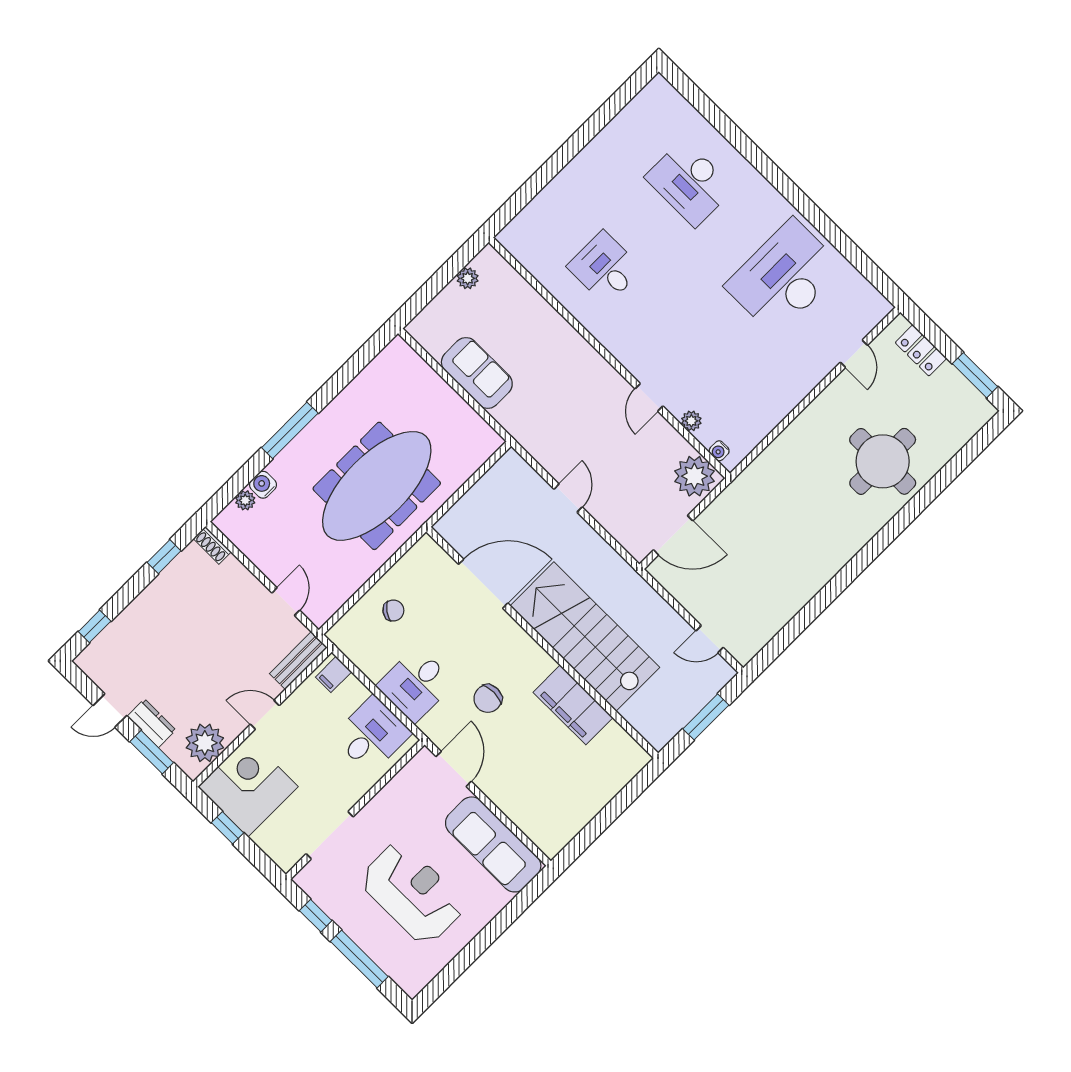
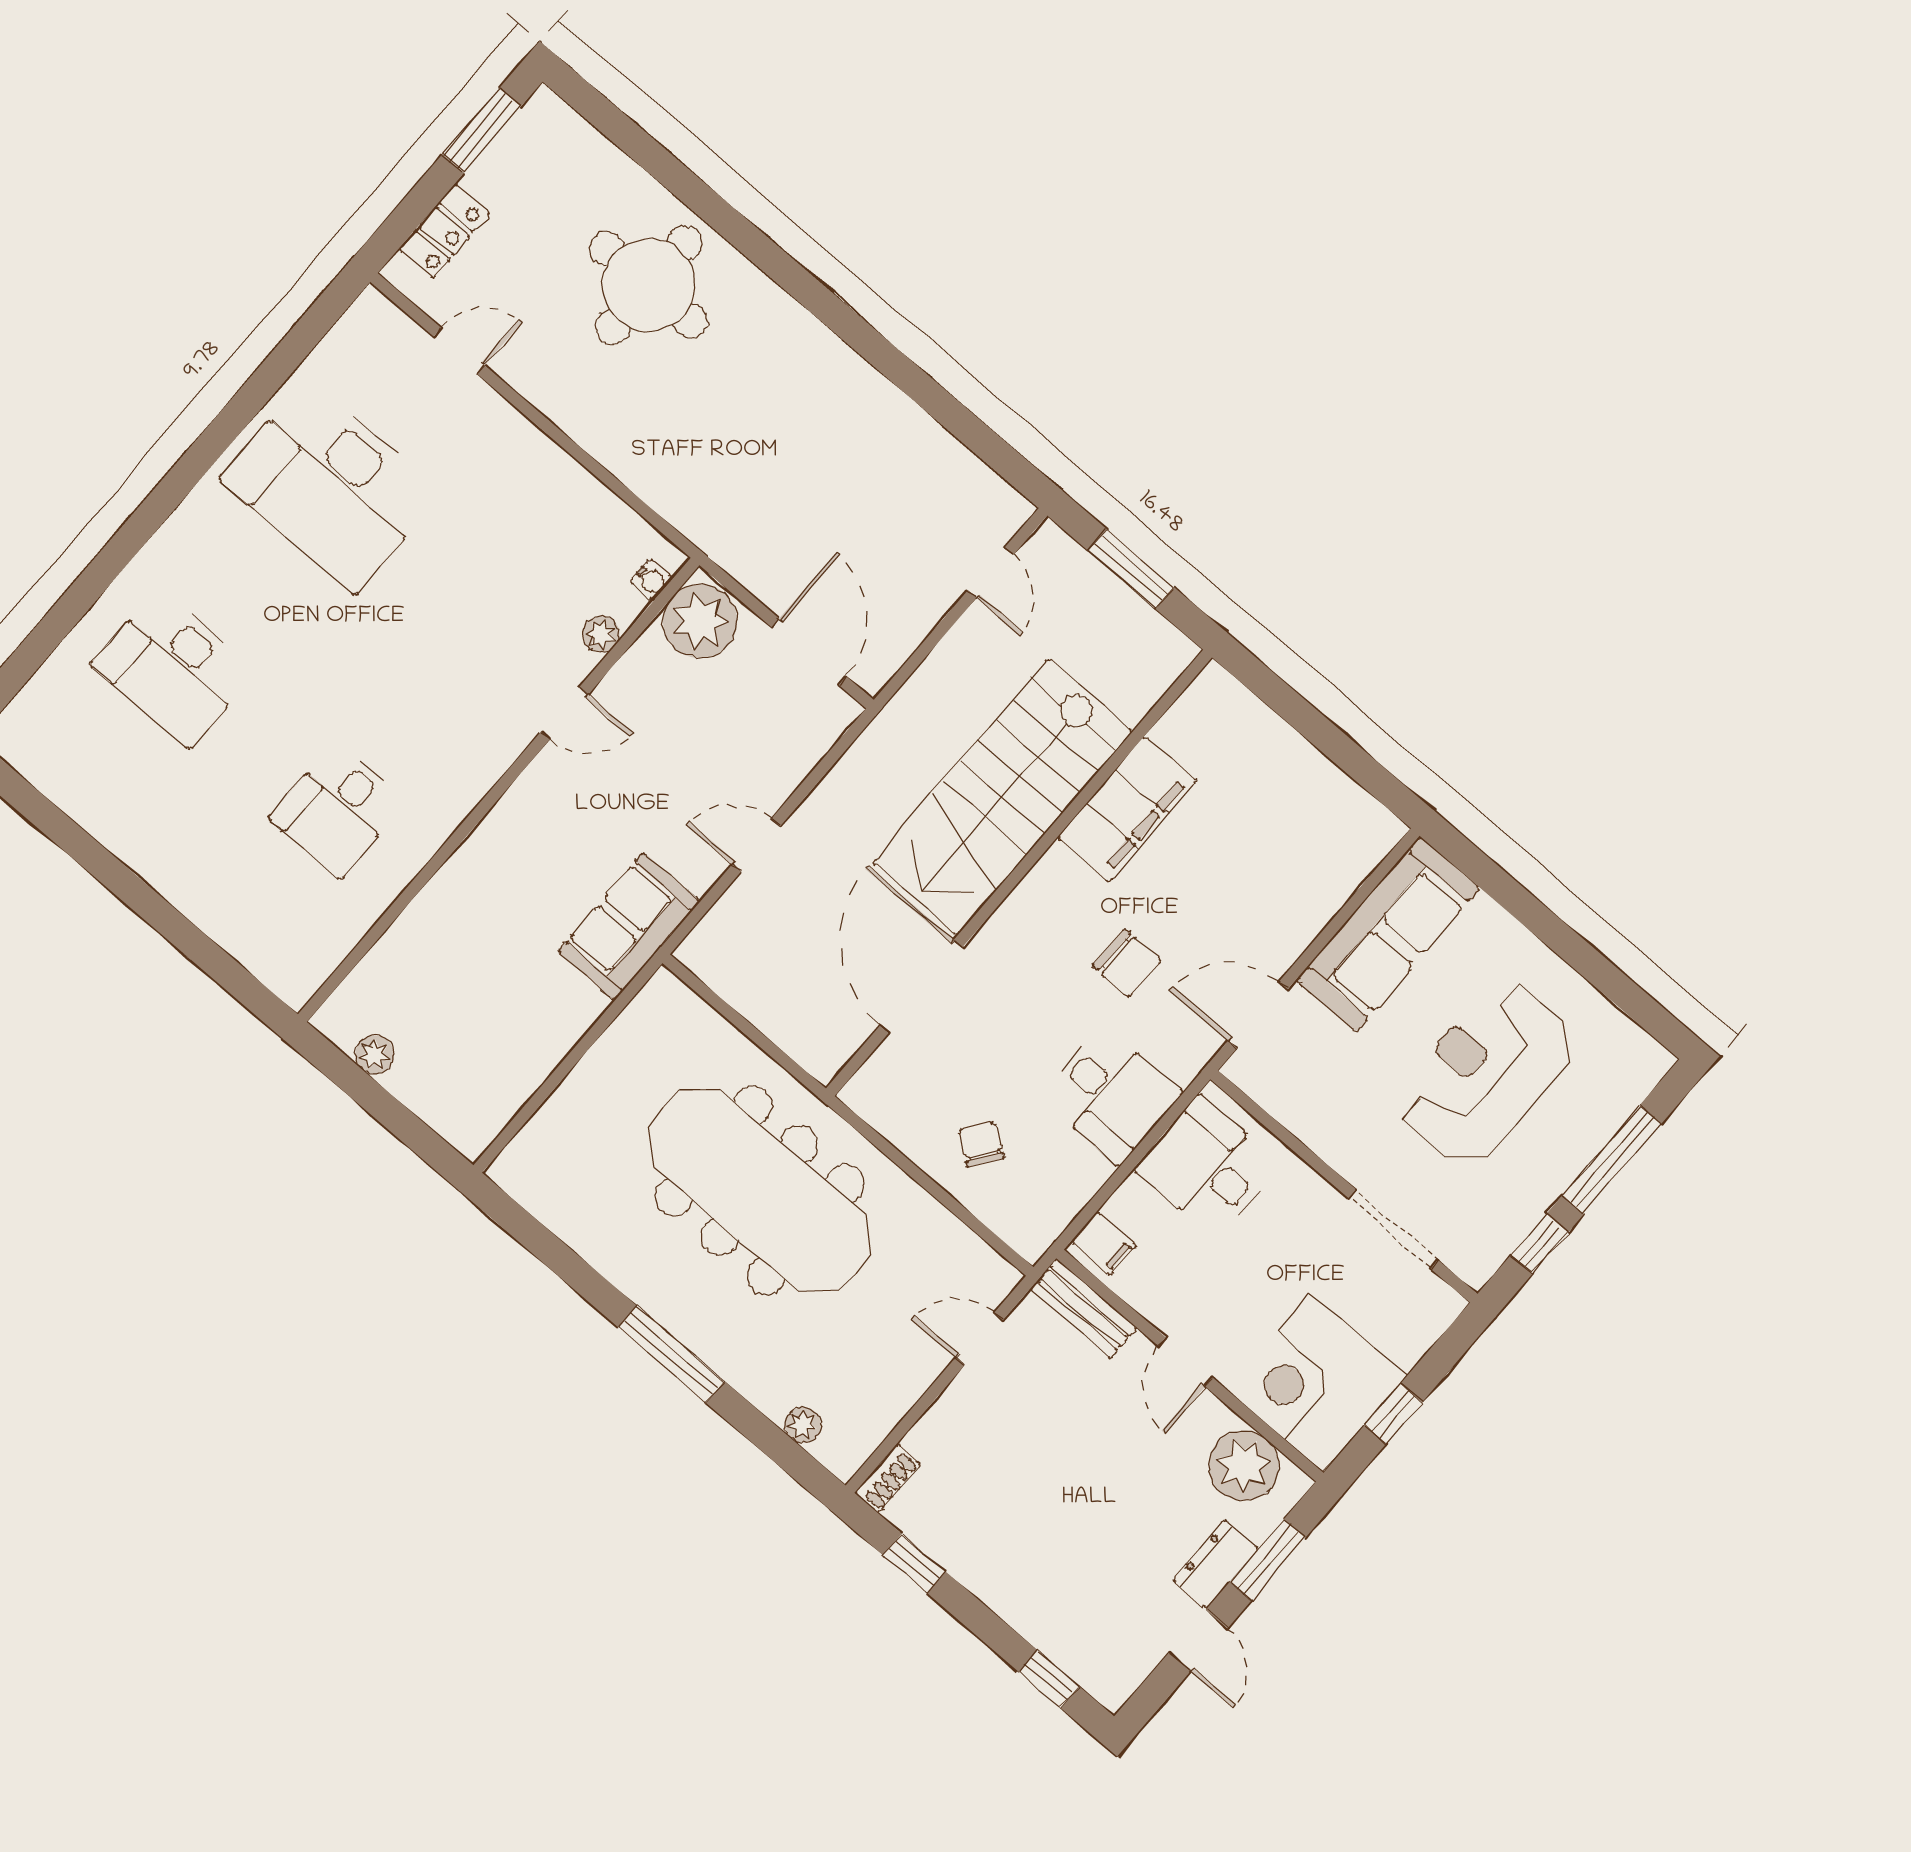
desk: (690, 183) -> (174, 669), turned 90
sofa: (477, 373) -> (629, 926), moved
water cooler: (263, 485) -> (772, 1395), removed

